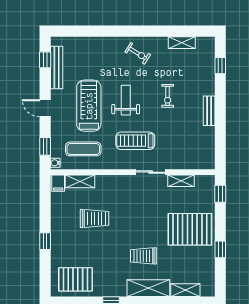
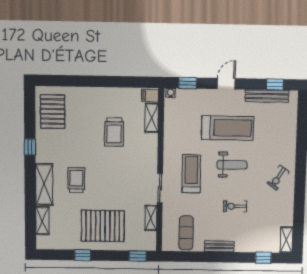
shelving: (182, 43) -> (286, 240), moved
exercise mat: (83, 149) -> (186, 233), moved
pallet: (190, 229) -> (103, 226), turned 90
window: (45, 241) -> (91, 81), removed

